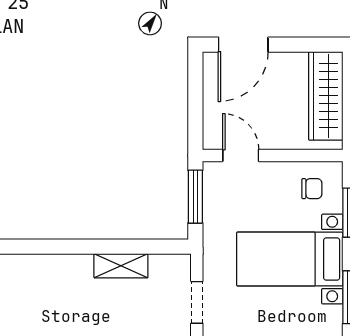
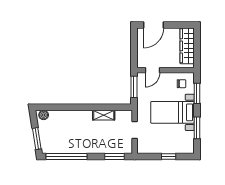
door: (241, 155) -> (152, 70), swing flipped

